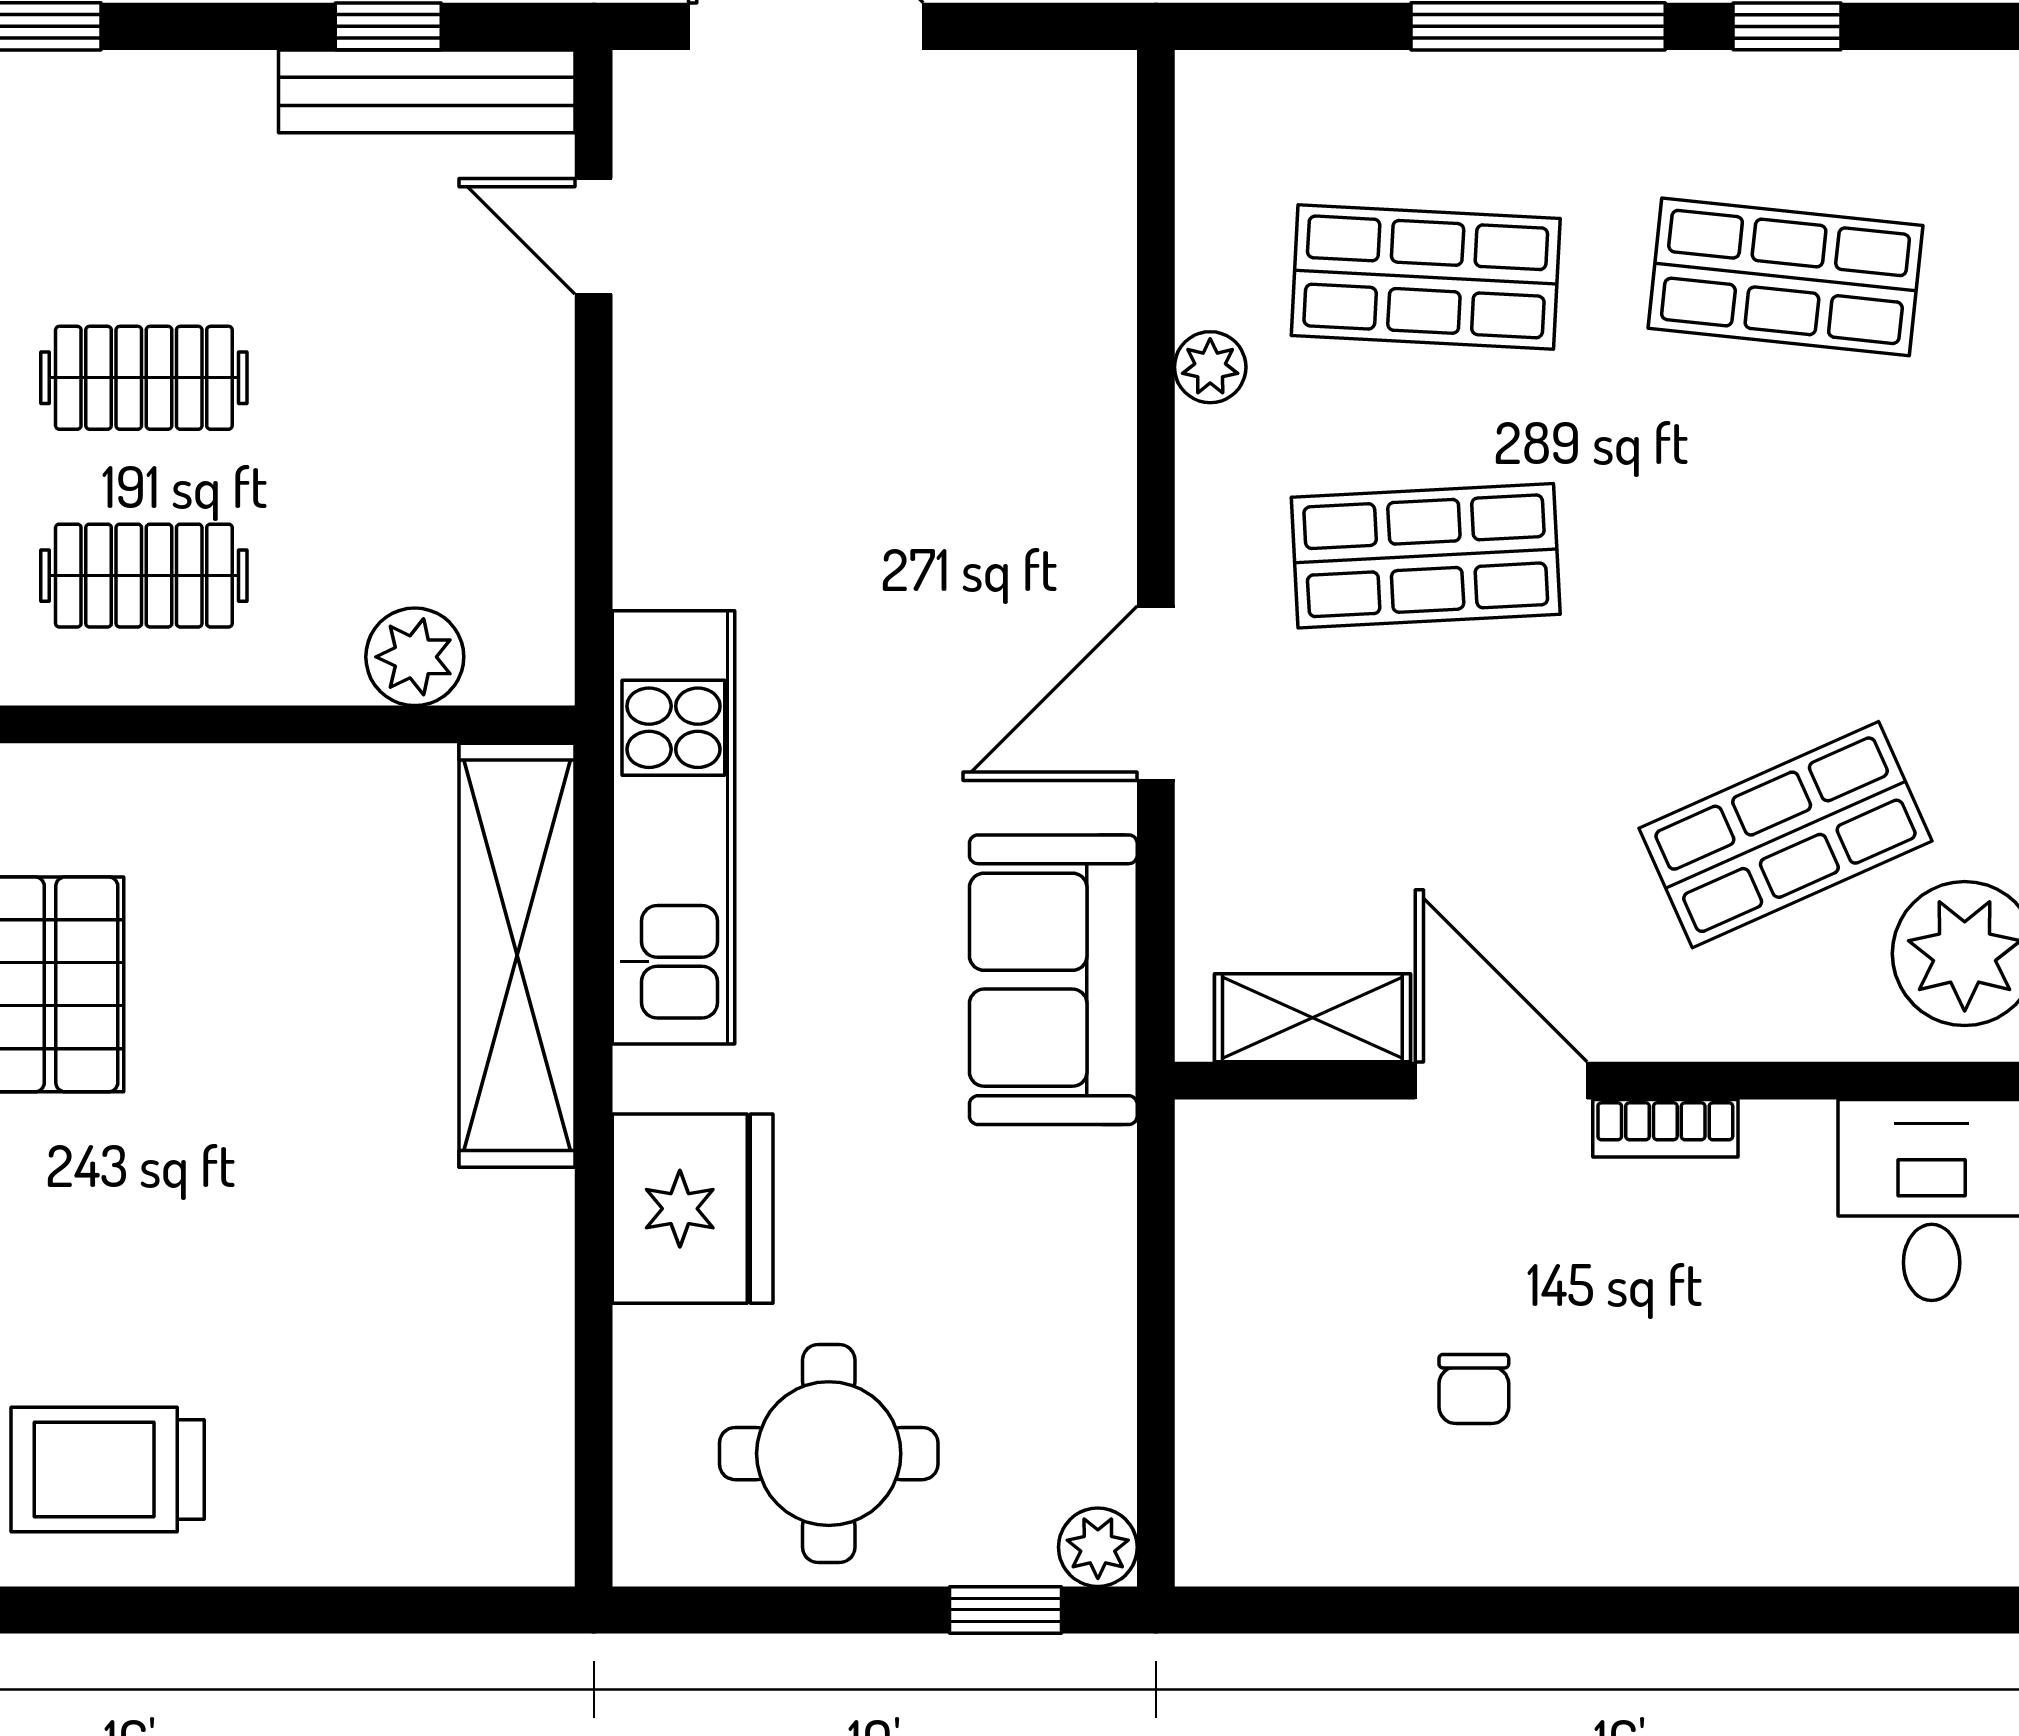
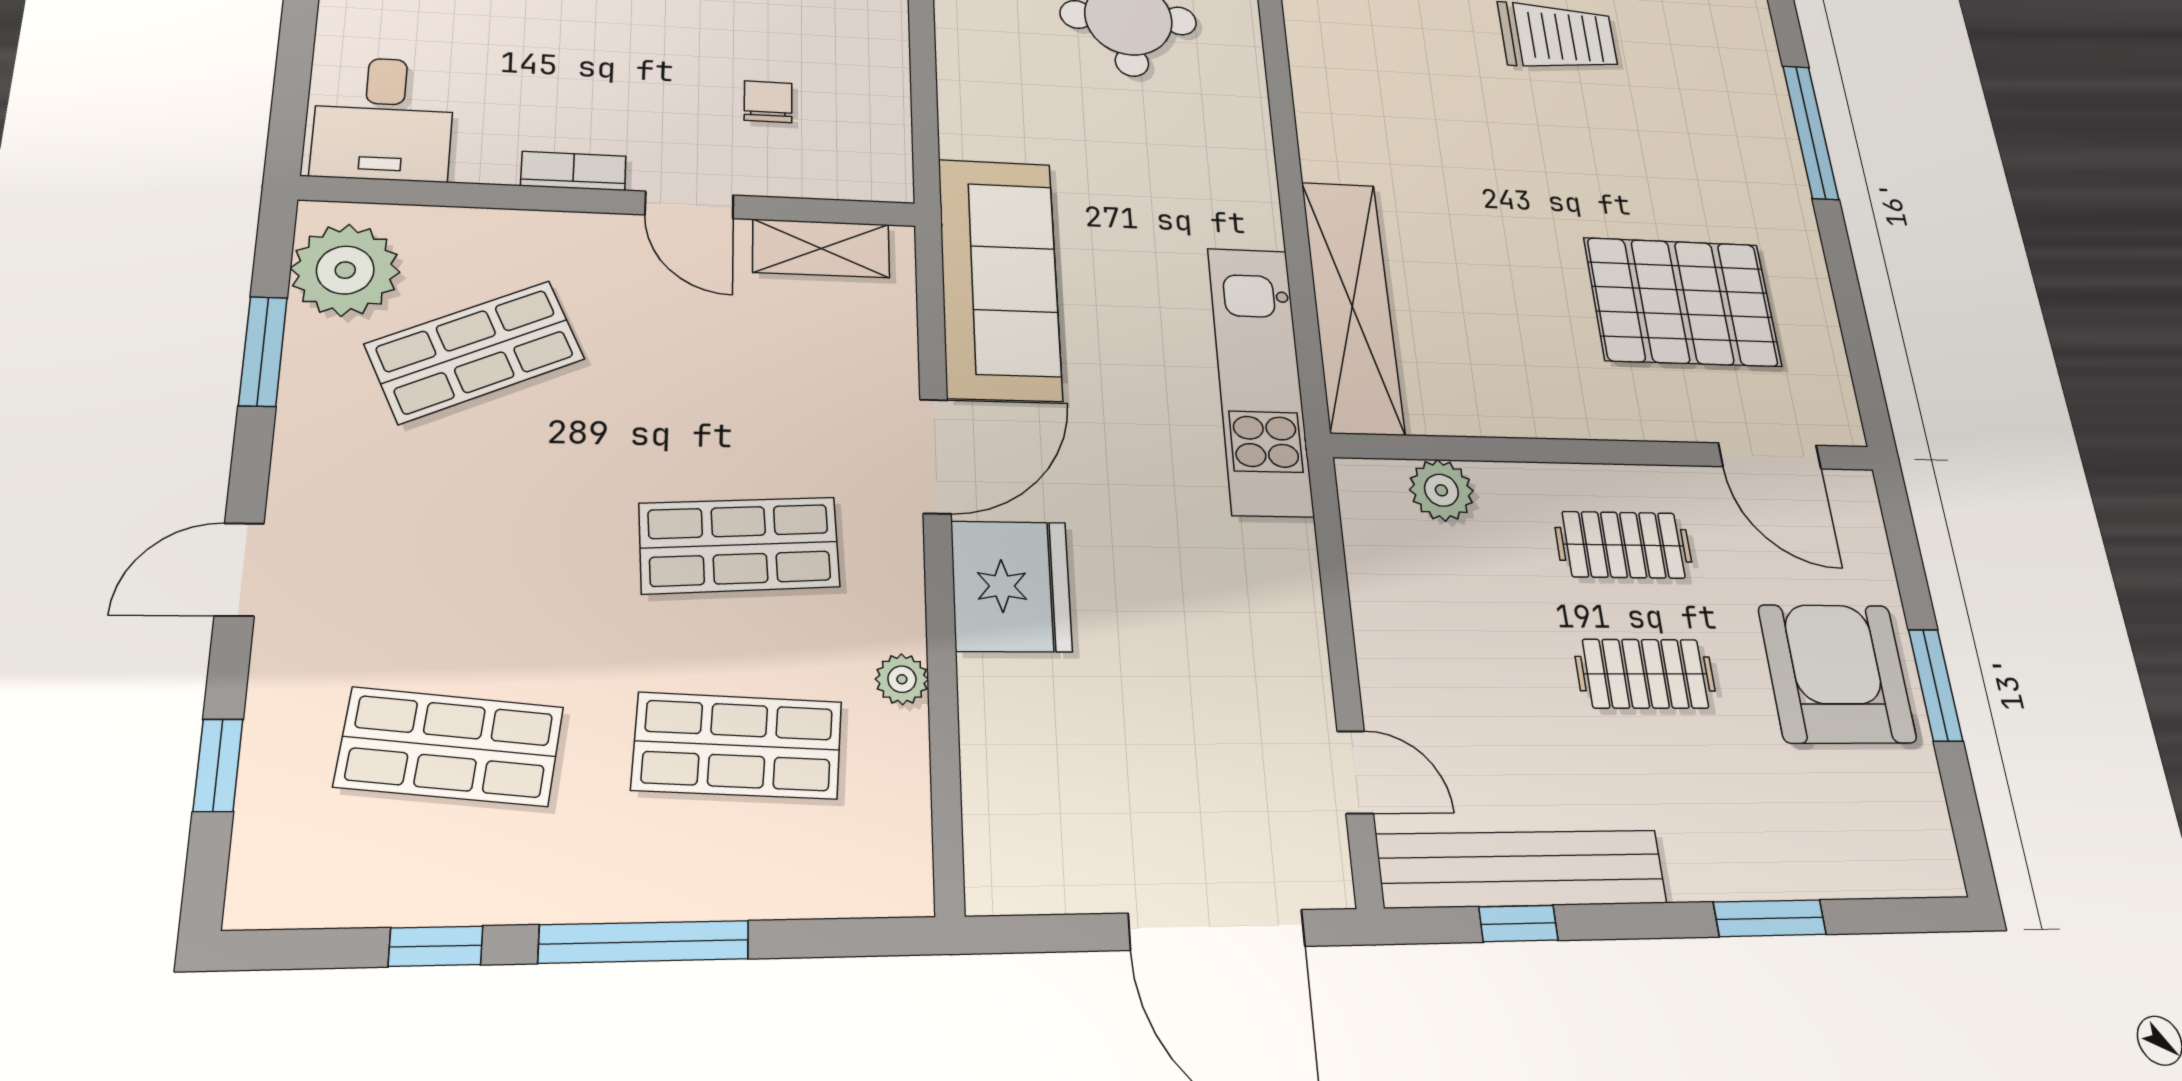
bench: (427, 91) -> (1522, 869), width x1.37, depth x1.21
sofa: (1053, 980) -> (999, 278), width x1.36
door: (1501, 1081) -> (689, 205), width x0.73
fridge: (693, 1209) -> (1011, 586), moved, turned 180
chair: (1474, 1389) -> (768, 102), moved

